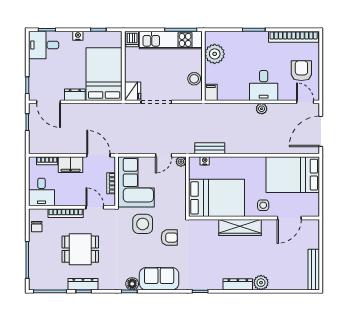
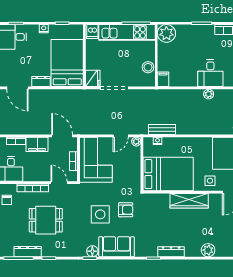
plant: (215, 54) -> (166, 33), moved
side table: (143, 224) -> (100, 214), moved
dresser: (83, 284) -> (28, 252), moved
dresser: (238, 284) -> (171, 252), moved

